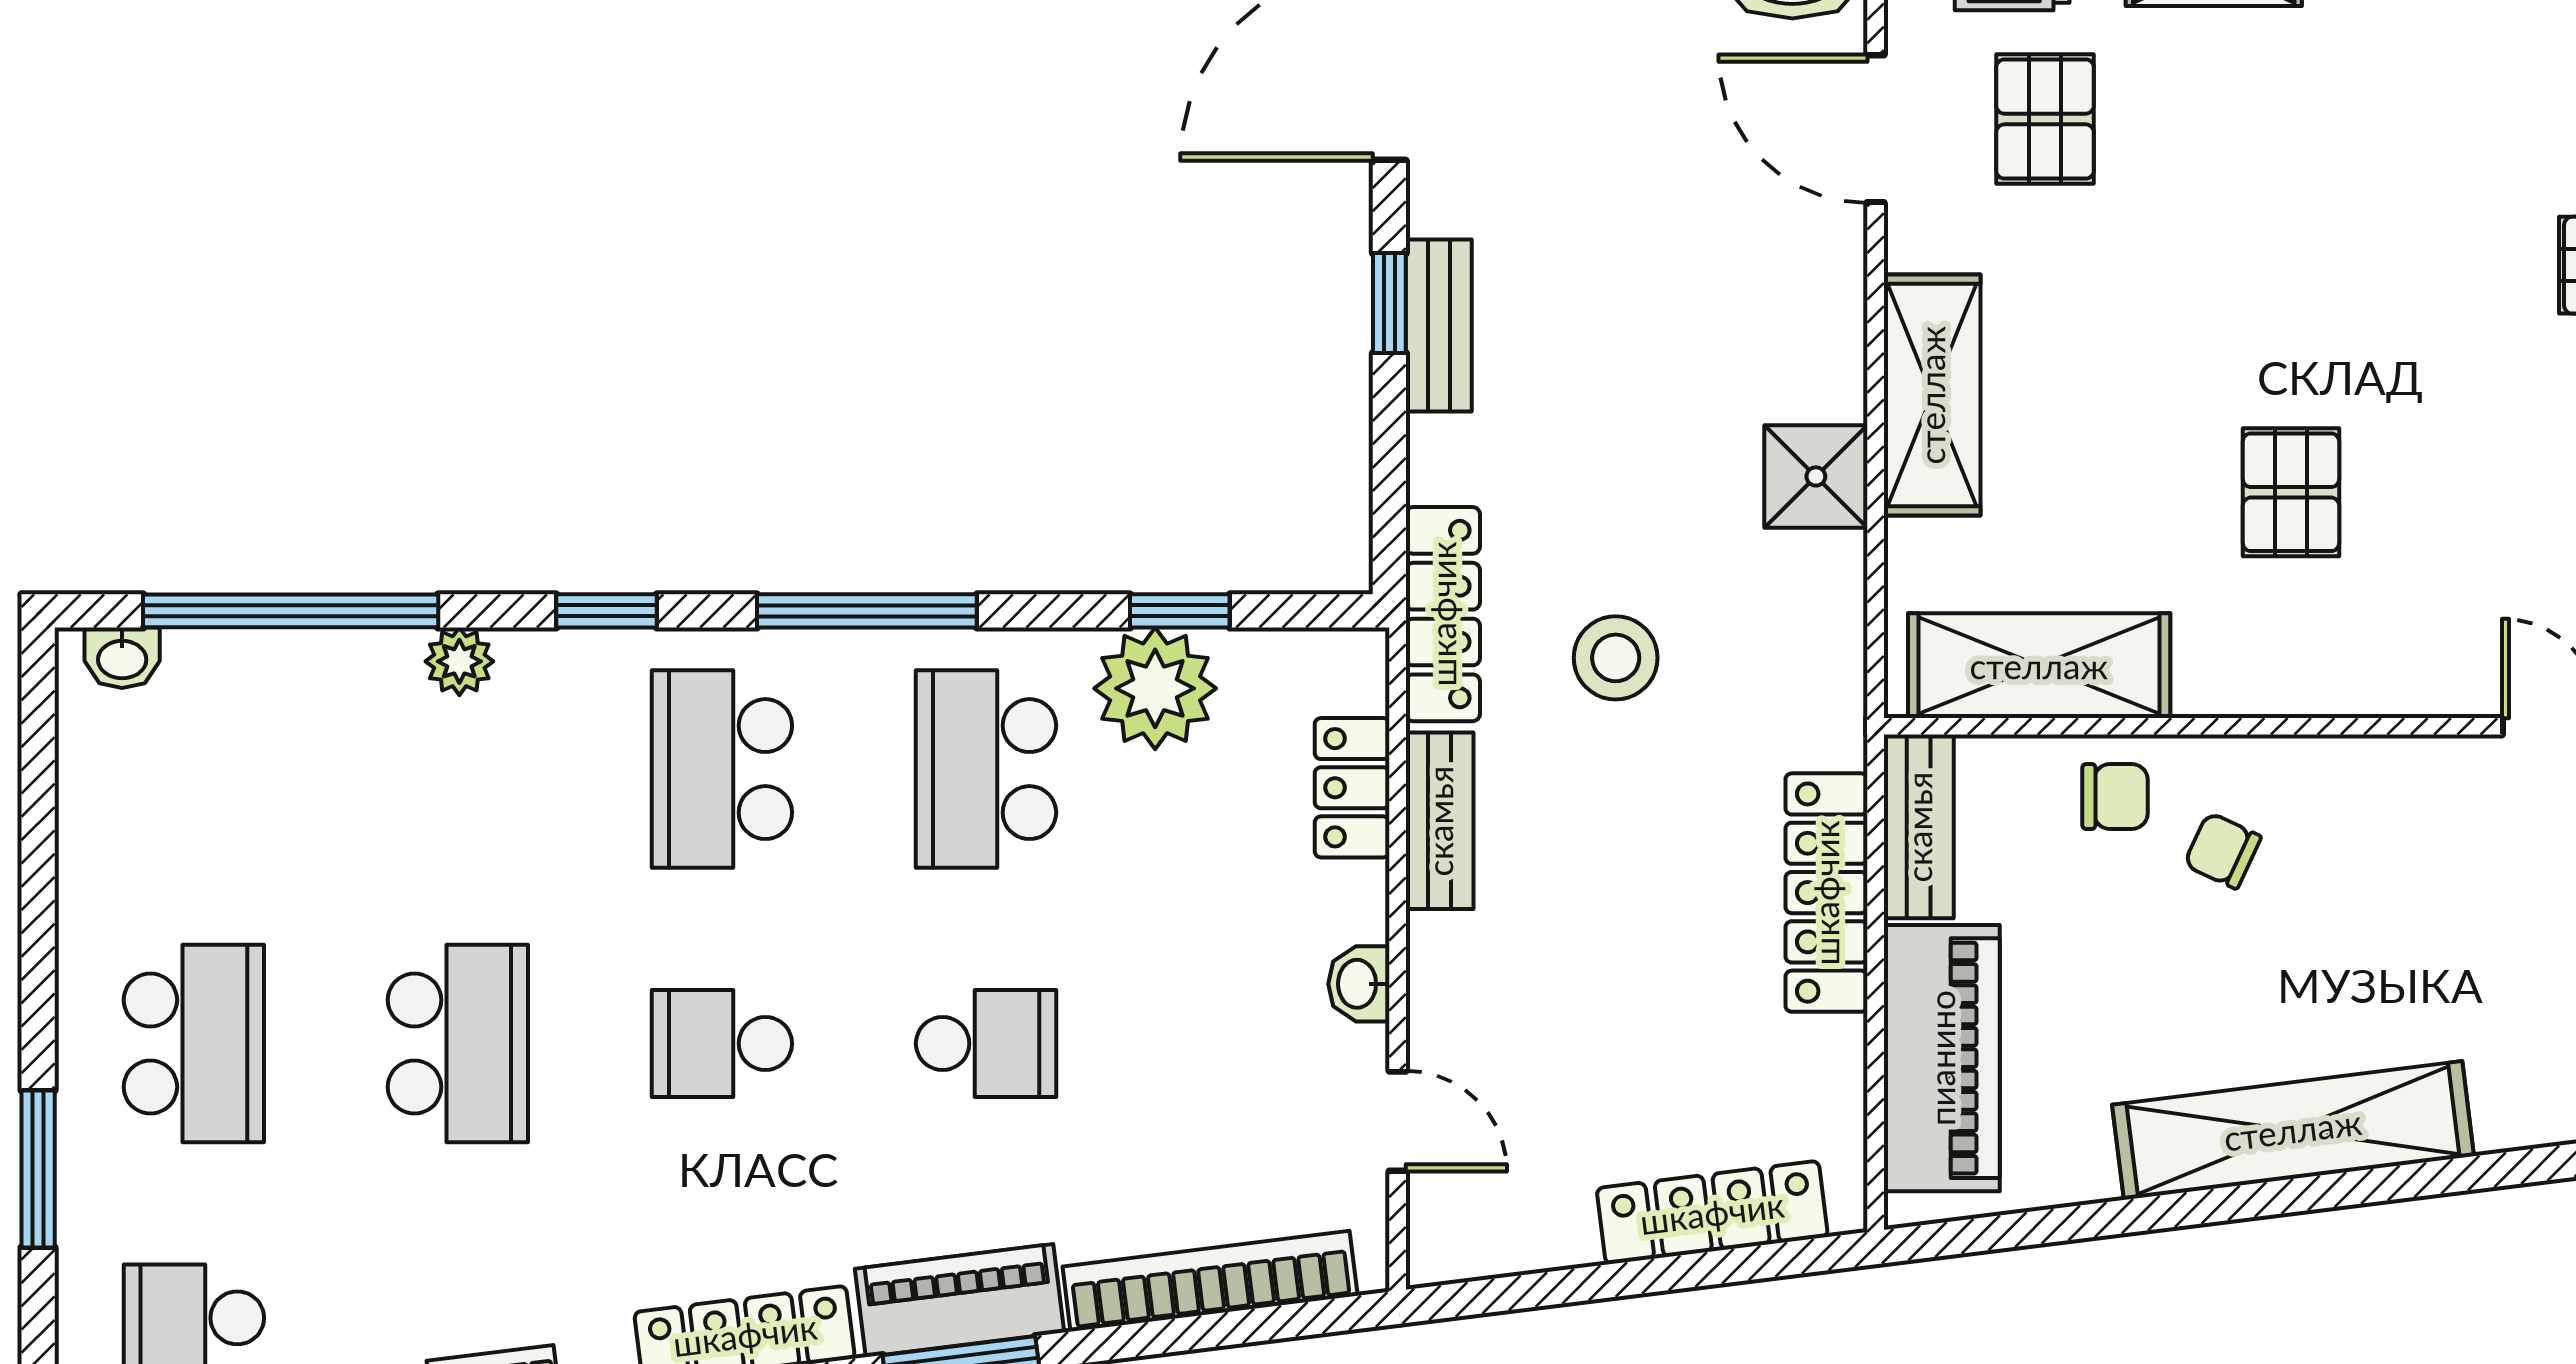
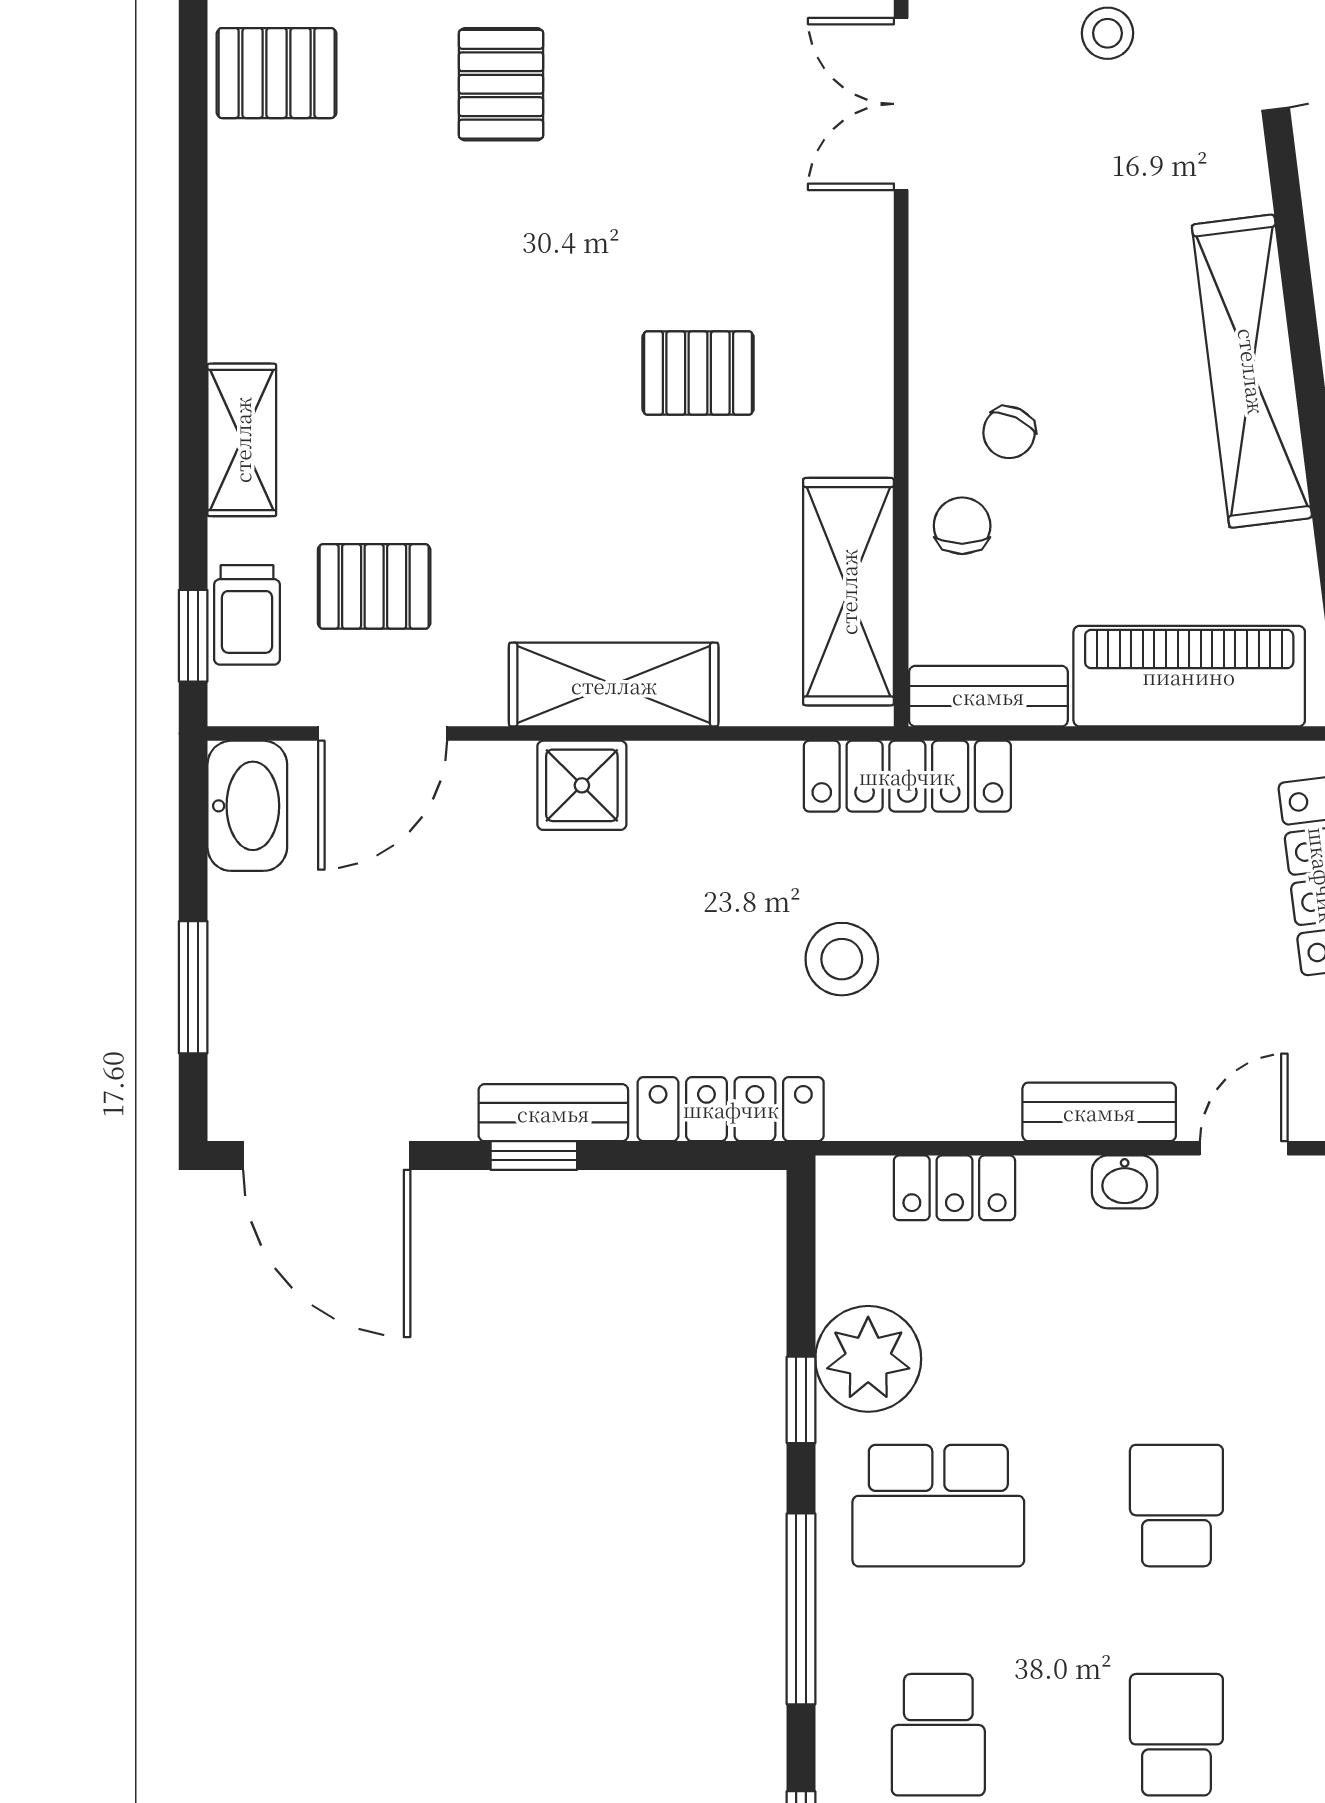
shower: (1816, 476) -> (582, 785), moved
window: (1180, 611) -> (801, 1400), moved
locker: (1443, 614) -> (731, 1109), moved
school desk: (722, 769) -> (938, 1735), width x0.54
bench: (1440, 821) -> (1099, 1112), moved
locker: (1826, 893) -> (907, 776), moved
school desk: (722, 1043) -> (1176, 1735), turned 180

